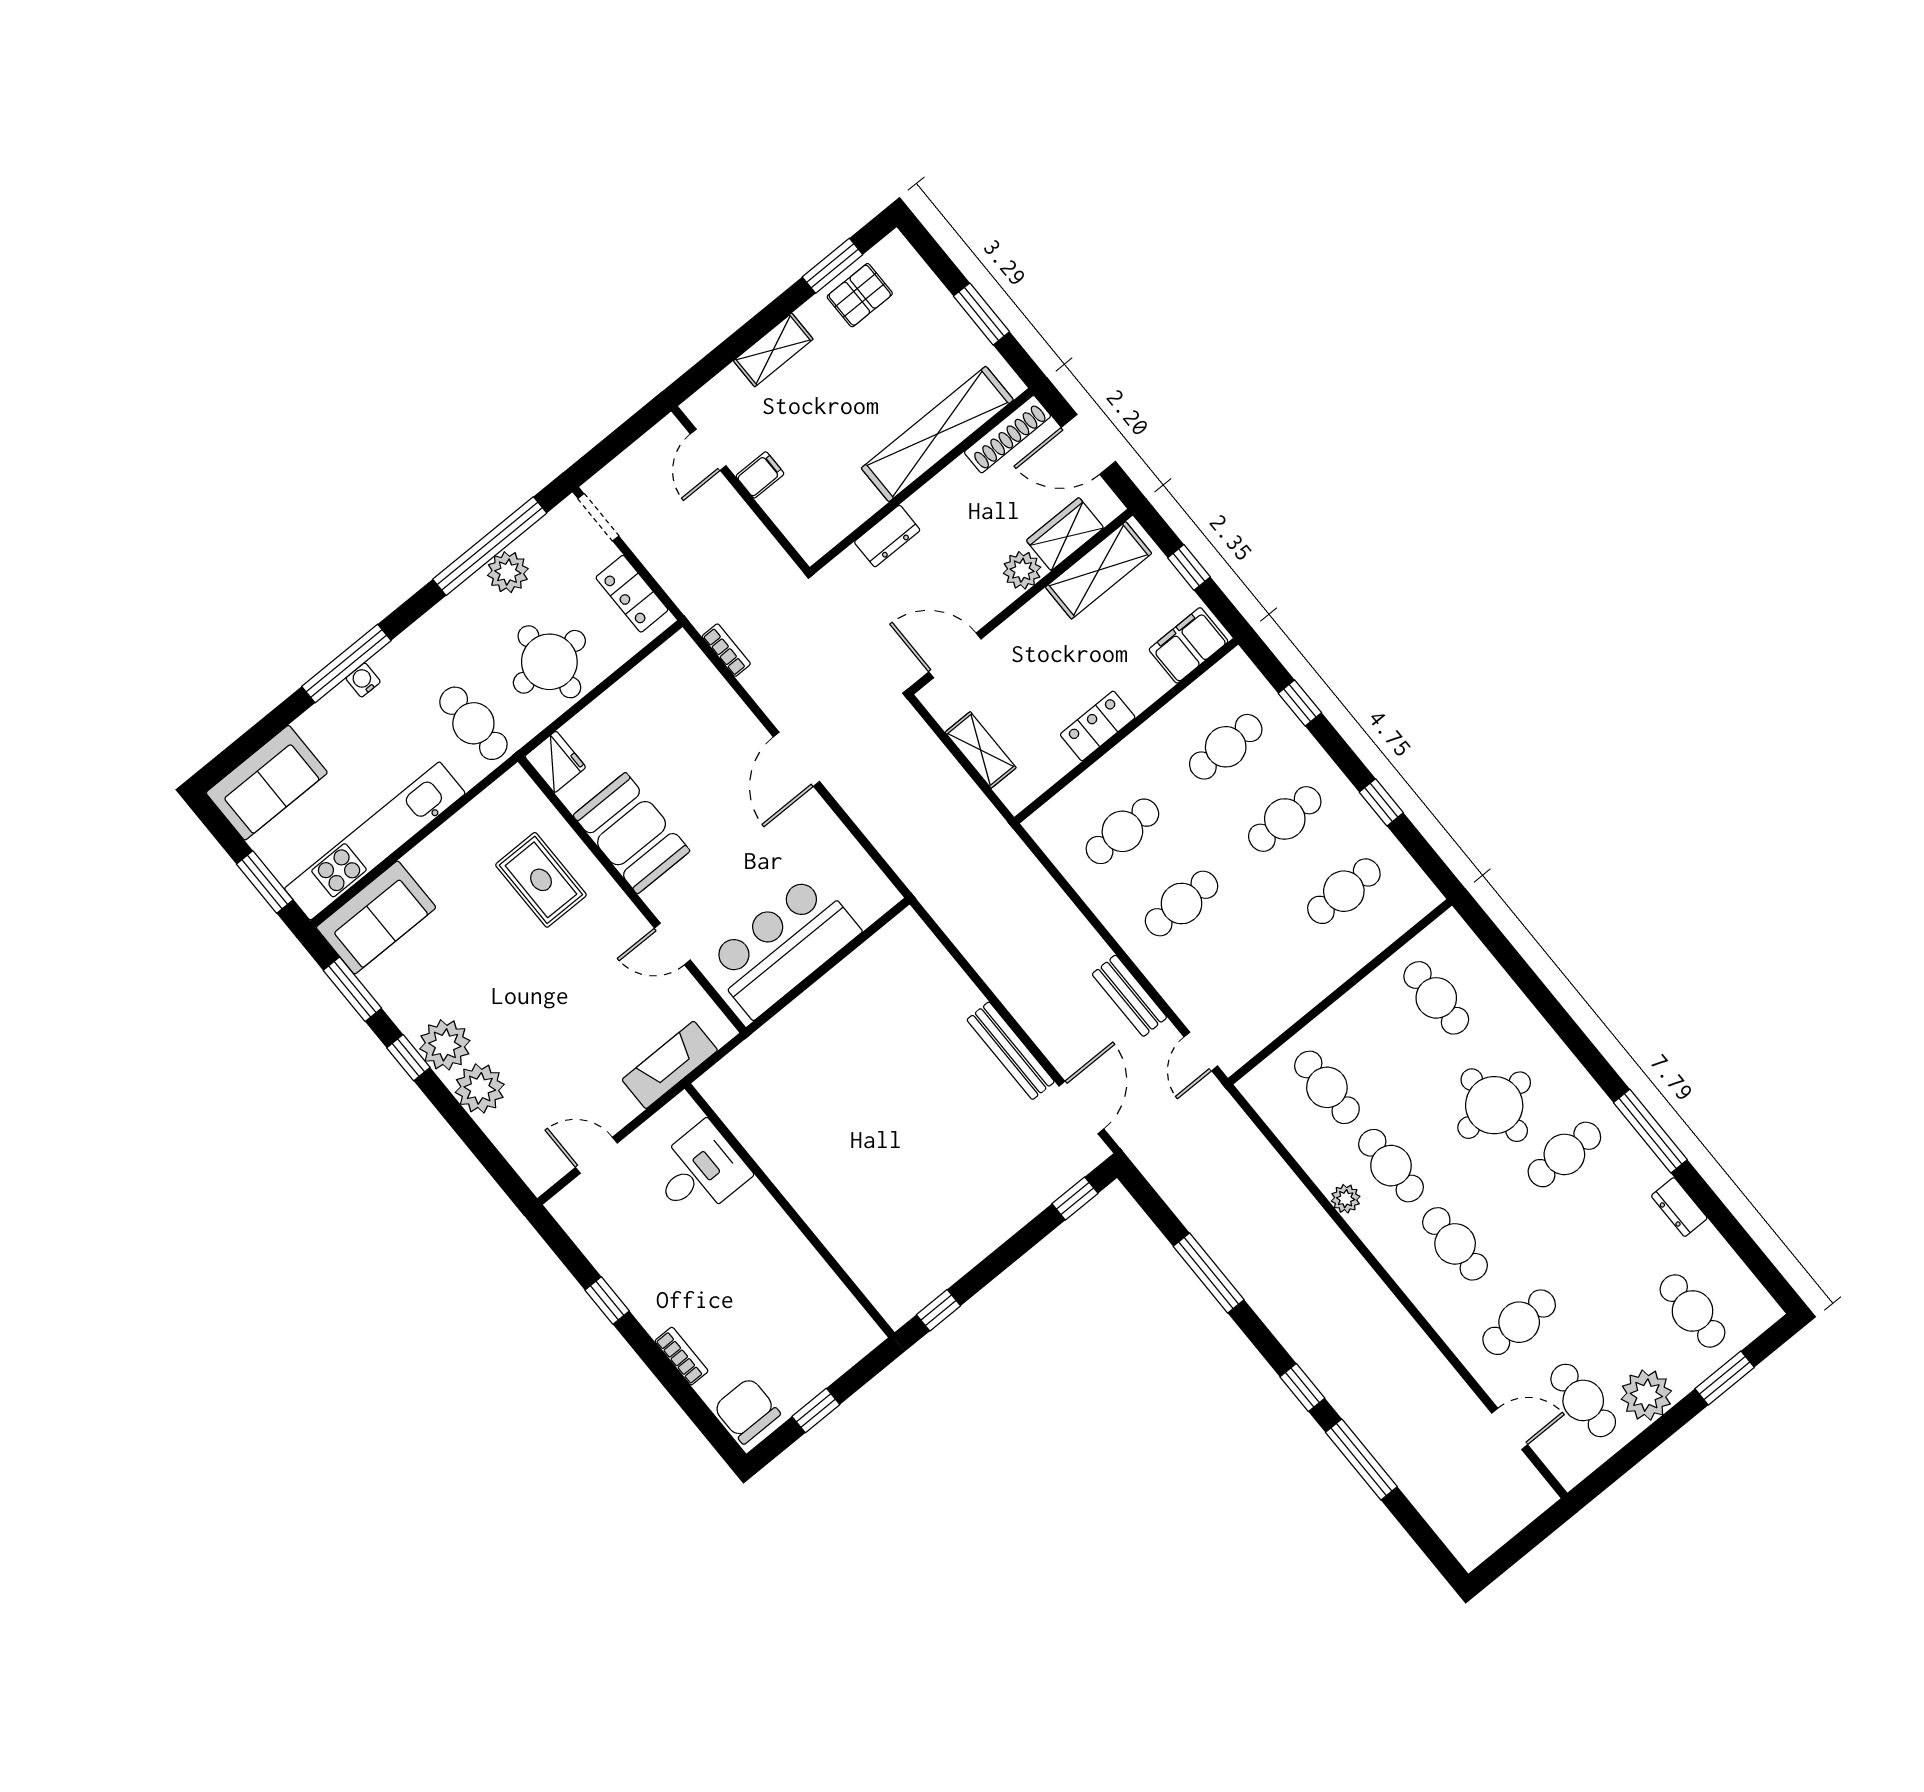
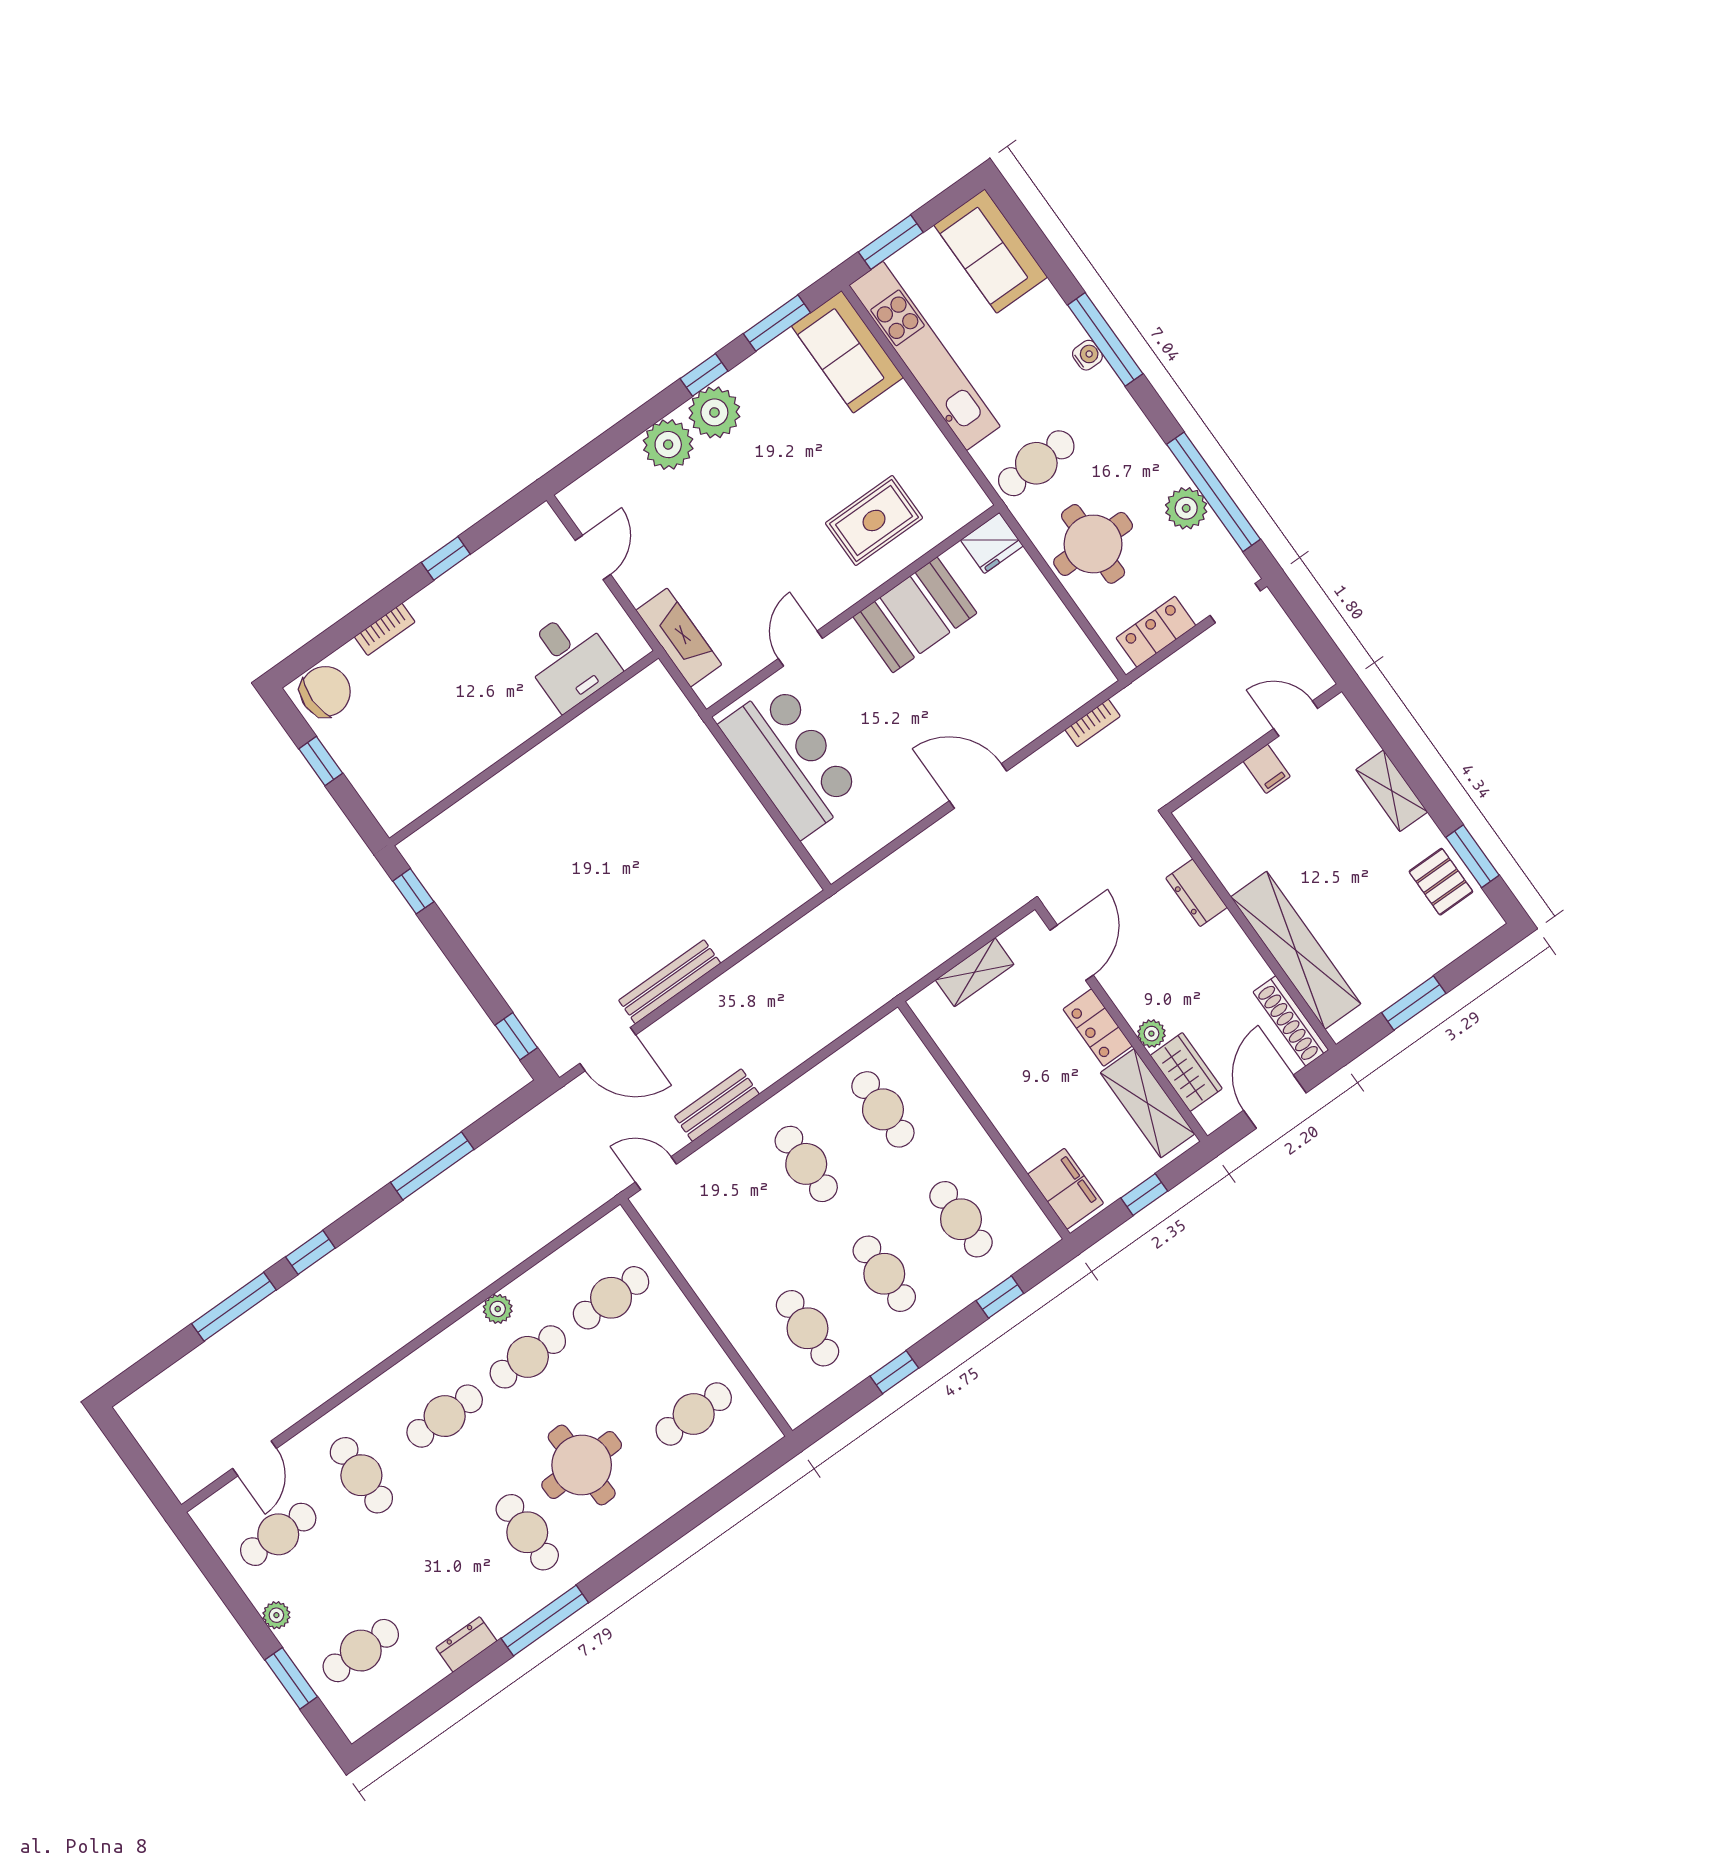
plant: (1022, 570) -> (1151, 1034), width x0.73, depth x0.73
locker: (1098, 726) -> (1098, 1028), moved, turned 180
plant: (1646, 1395) -> (276, 1615), width x0.53, depth x0.53

